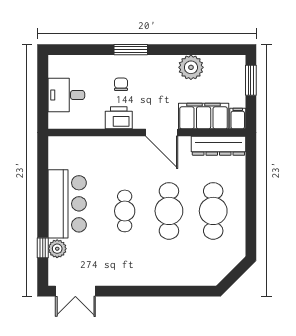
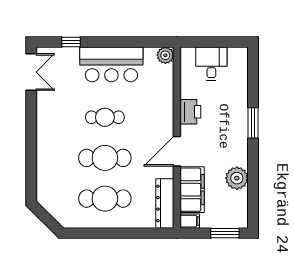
chair: (121, 84) -> (221, 114), removed
plant: (57, 249) -> (165, 55), moved
double door: (75, 291) -> (31, 72), swing flipped

